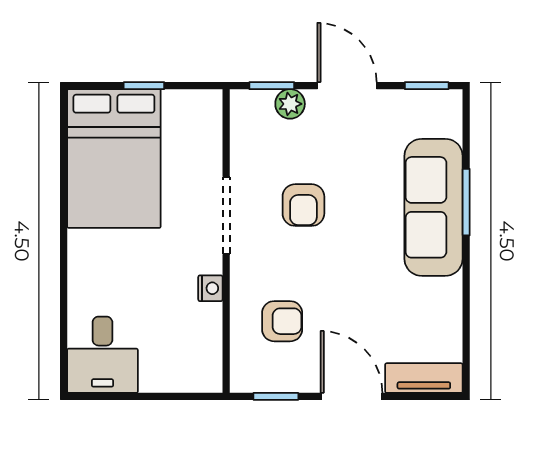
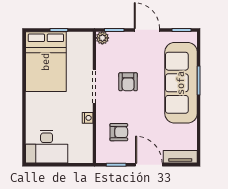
plant: (290, 104) -> (102, 38), moved
sofa: (434, 207) -> (181, 83), width x1.36, depth x1.27
desk: (102, 355) -> (47, 147), width x1.37

